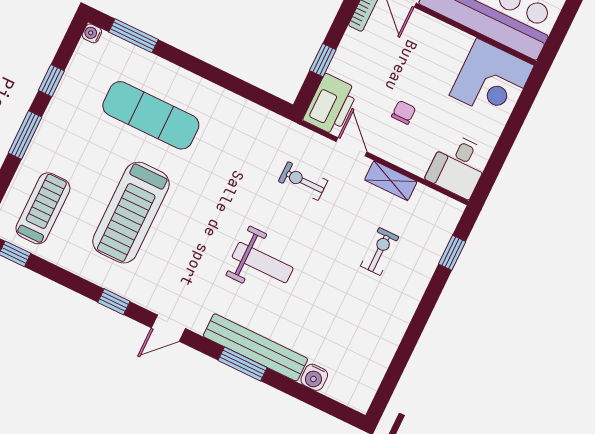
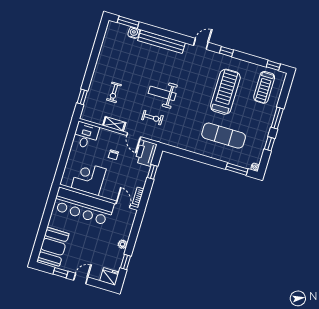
corner desk: (492, 80) -> (89, 178), moved
weight bench: (263, 263) -> (162, 93), moved
window: (243, 364) -> (128, 22), moved

